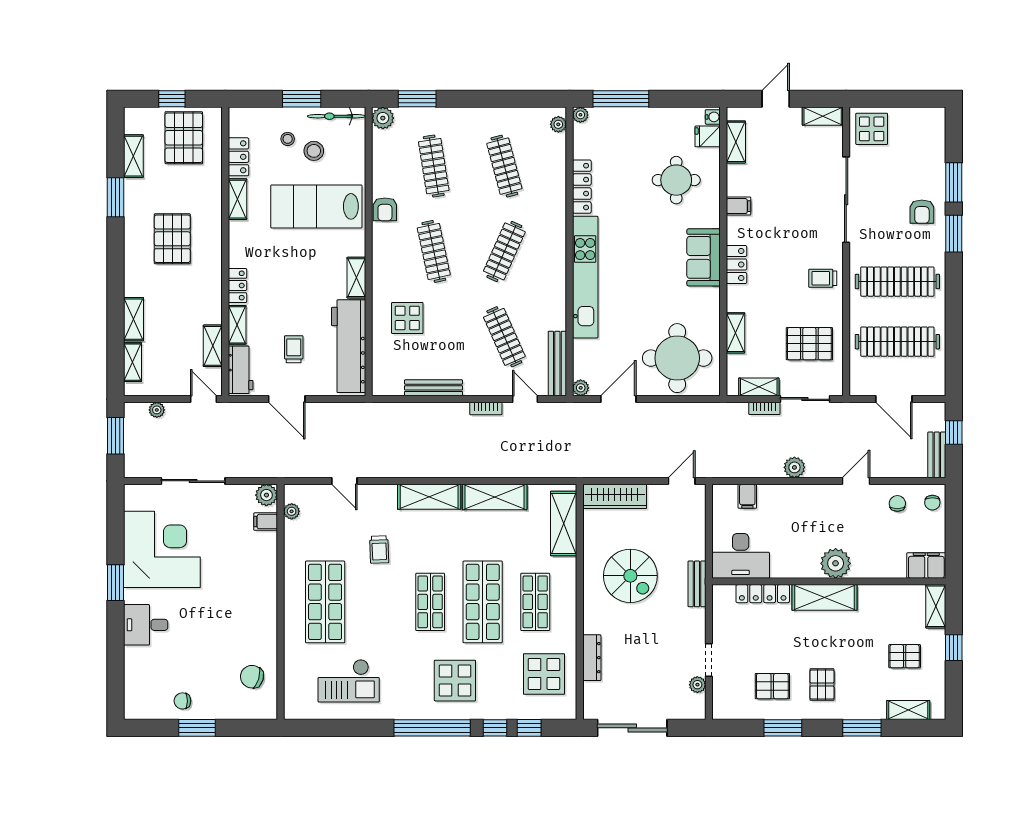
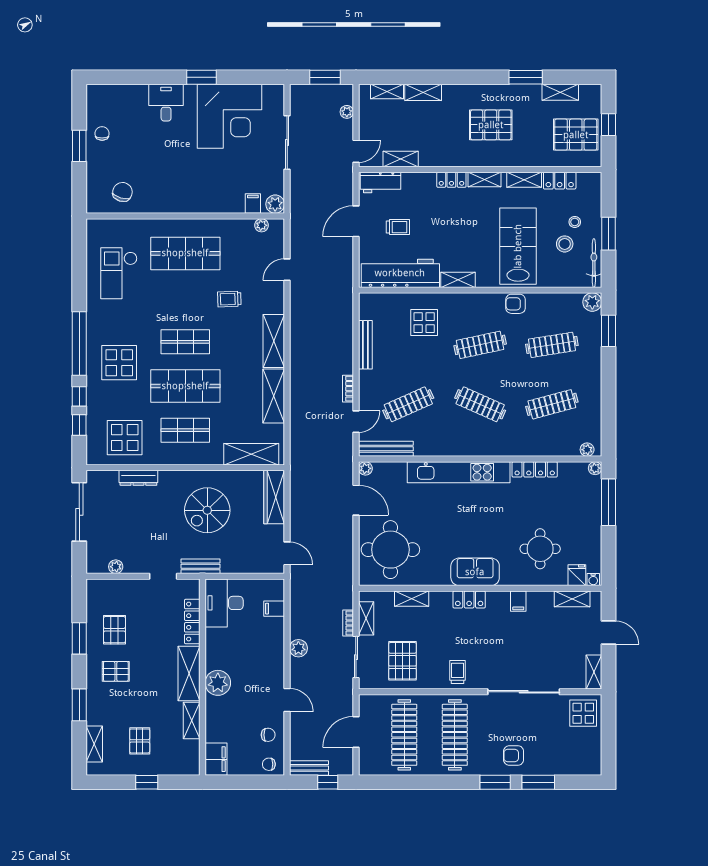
shelving: (237, 325) -> (485, 179), moved
shelving: (936, 606) -> (192, 721), moved, turned 90
doorway: (709, 660) -> (163, 576), moved

